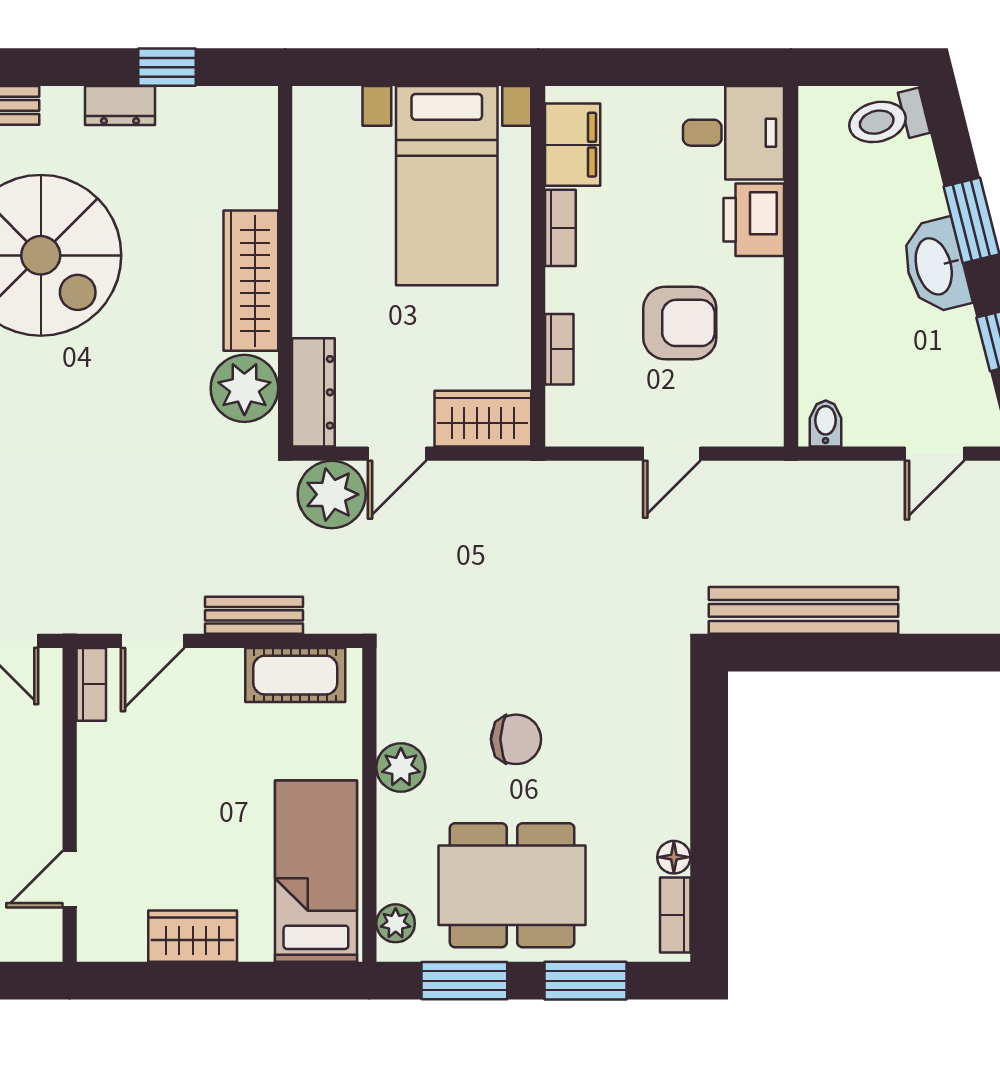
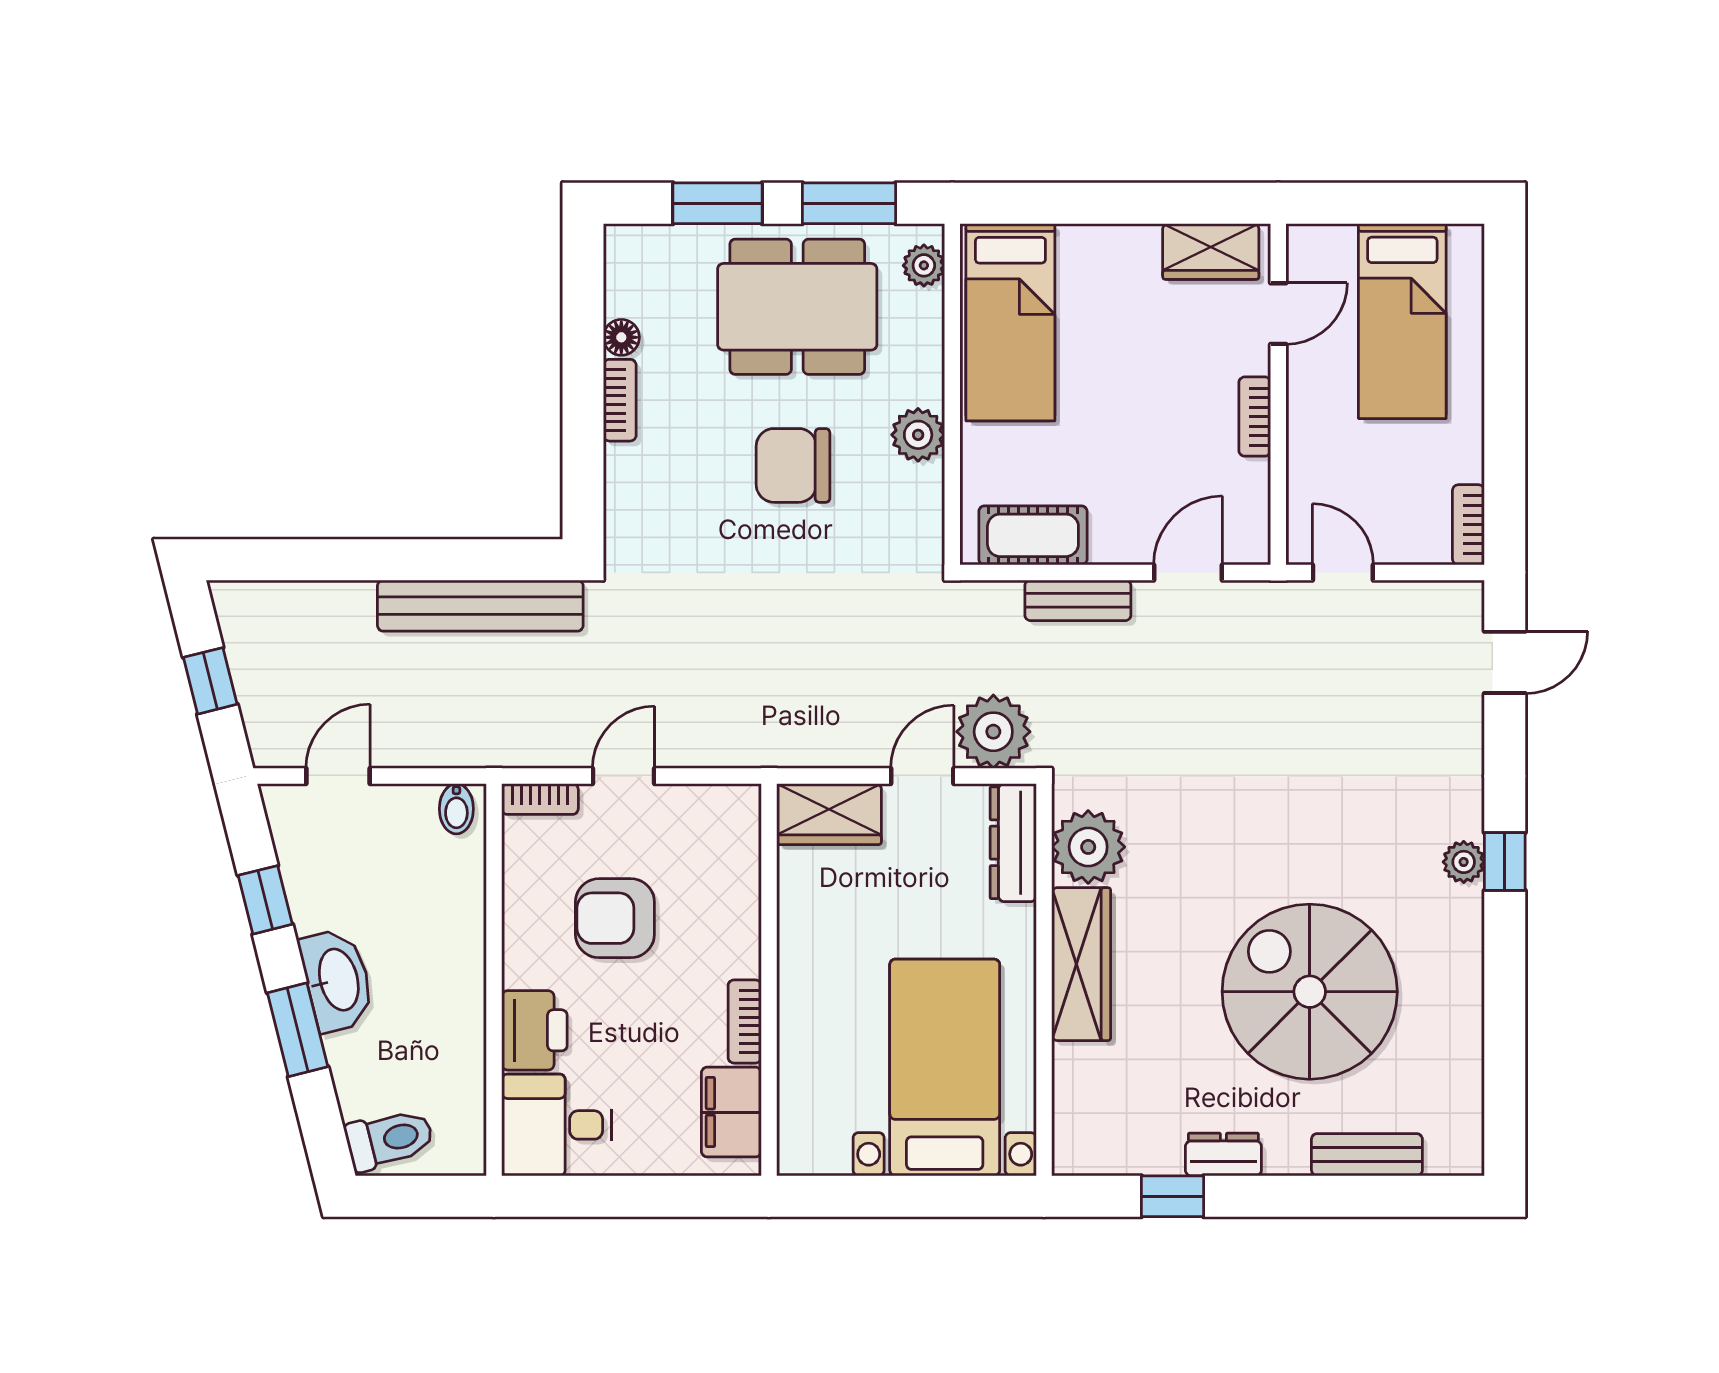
bed with nightstands: (447, 186) -> (945, 1067), moved
bookcase: (559, 349) -> (540, 799), moved, turned -90
bookcase: (91, 684) -> (1255, 417), moved
chair: (516, 739) -> (793, 465), width x1.37, depth x1.37
bookcase: (675, 915) -> (620, 400), moved
wardrobe: (193, 936) -> (1211, 251), moved

